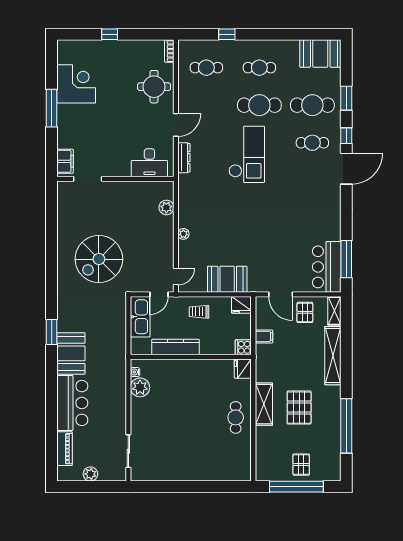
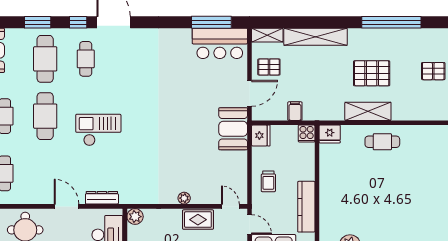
checkout: (247, 154) -> (98, 130), width x0.73, depth x0.83
plant: (166, 207) -> (135, 217), moved
rug: (164, 247) -> (198, 220), added
booth: (227, 279) -> (233, 129), moved

